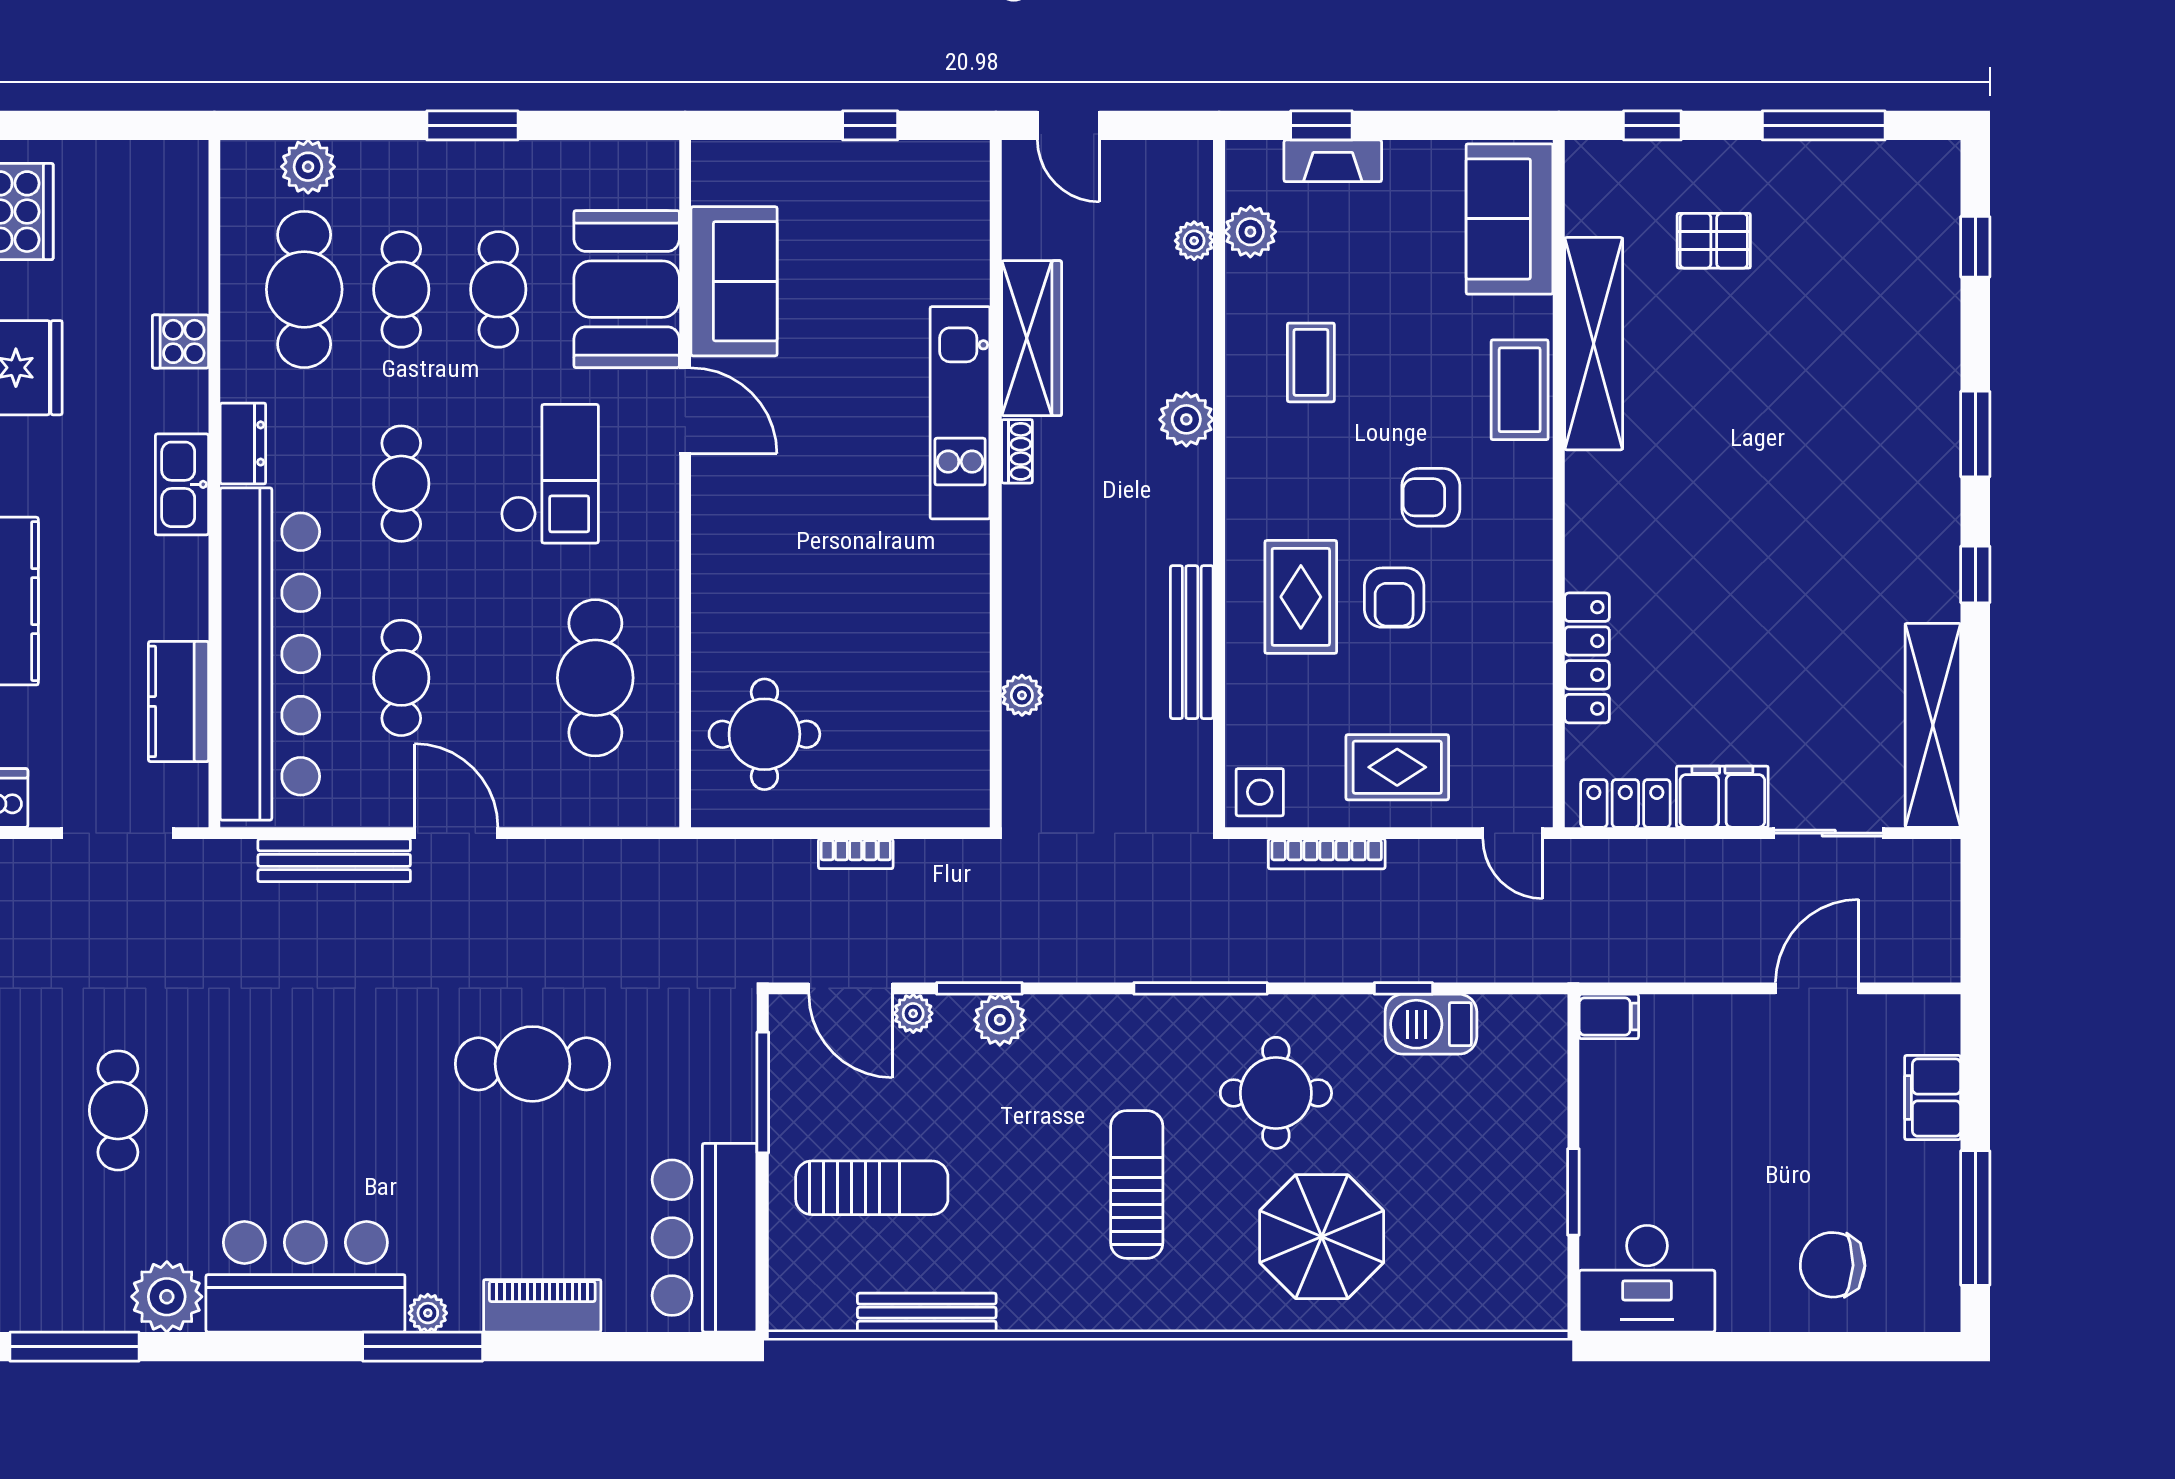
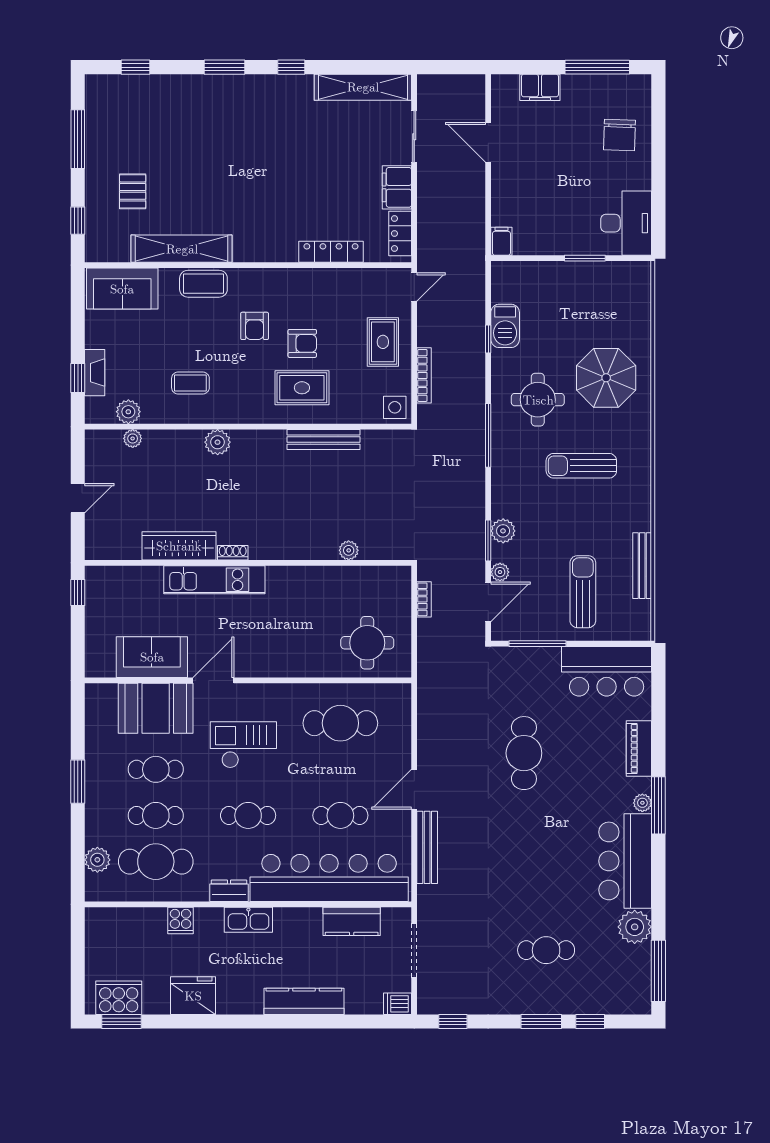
wardrobe: (1032, 338) -> (179, 546), moved
kitchen unit: (960, 413) -> (214, 580), moved
shoe rack: (1017, 451) -> (233, 553), moved
wall: (996, 484) -> (248, 563), moved
plant: (1022, 695) -> (349, 550), moved

